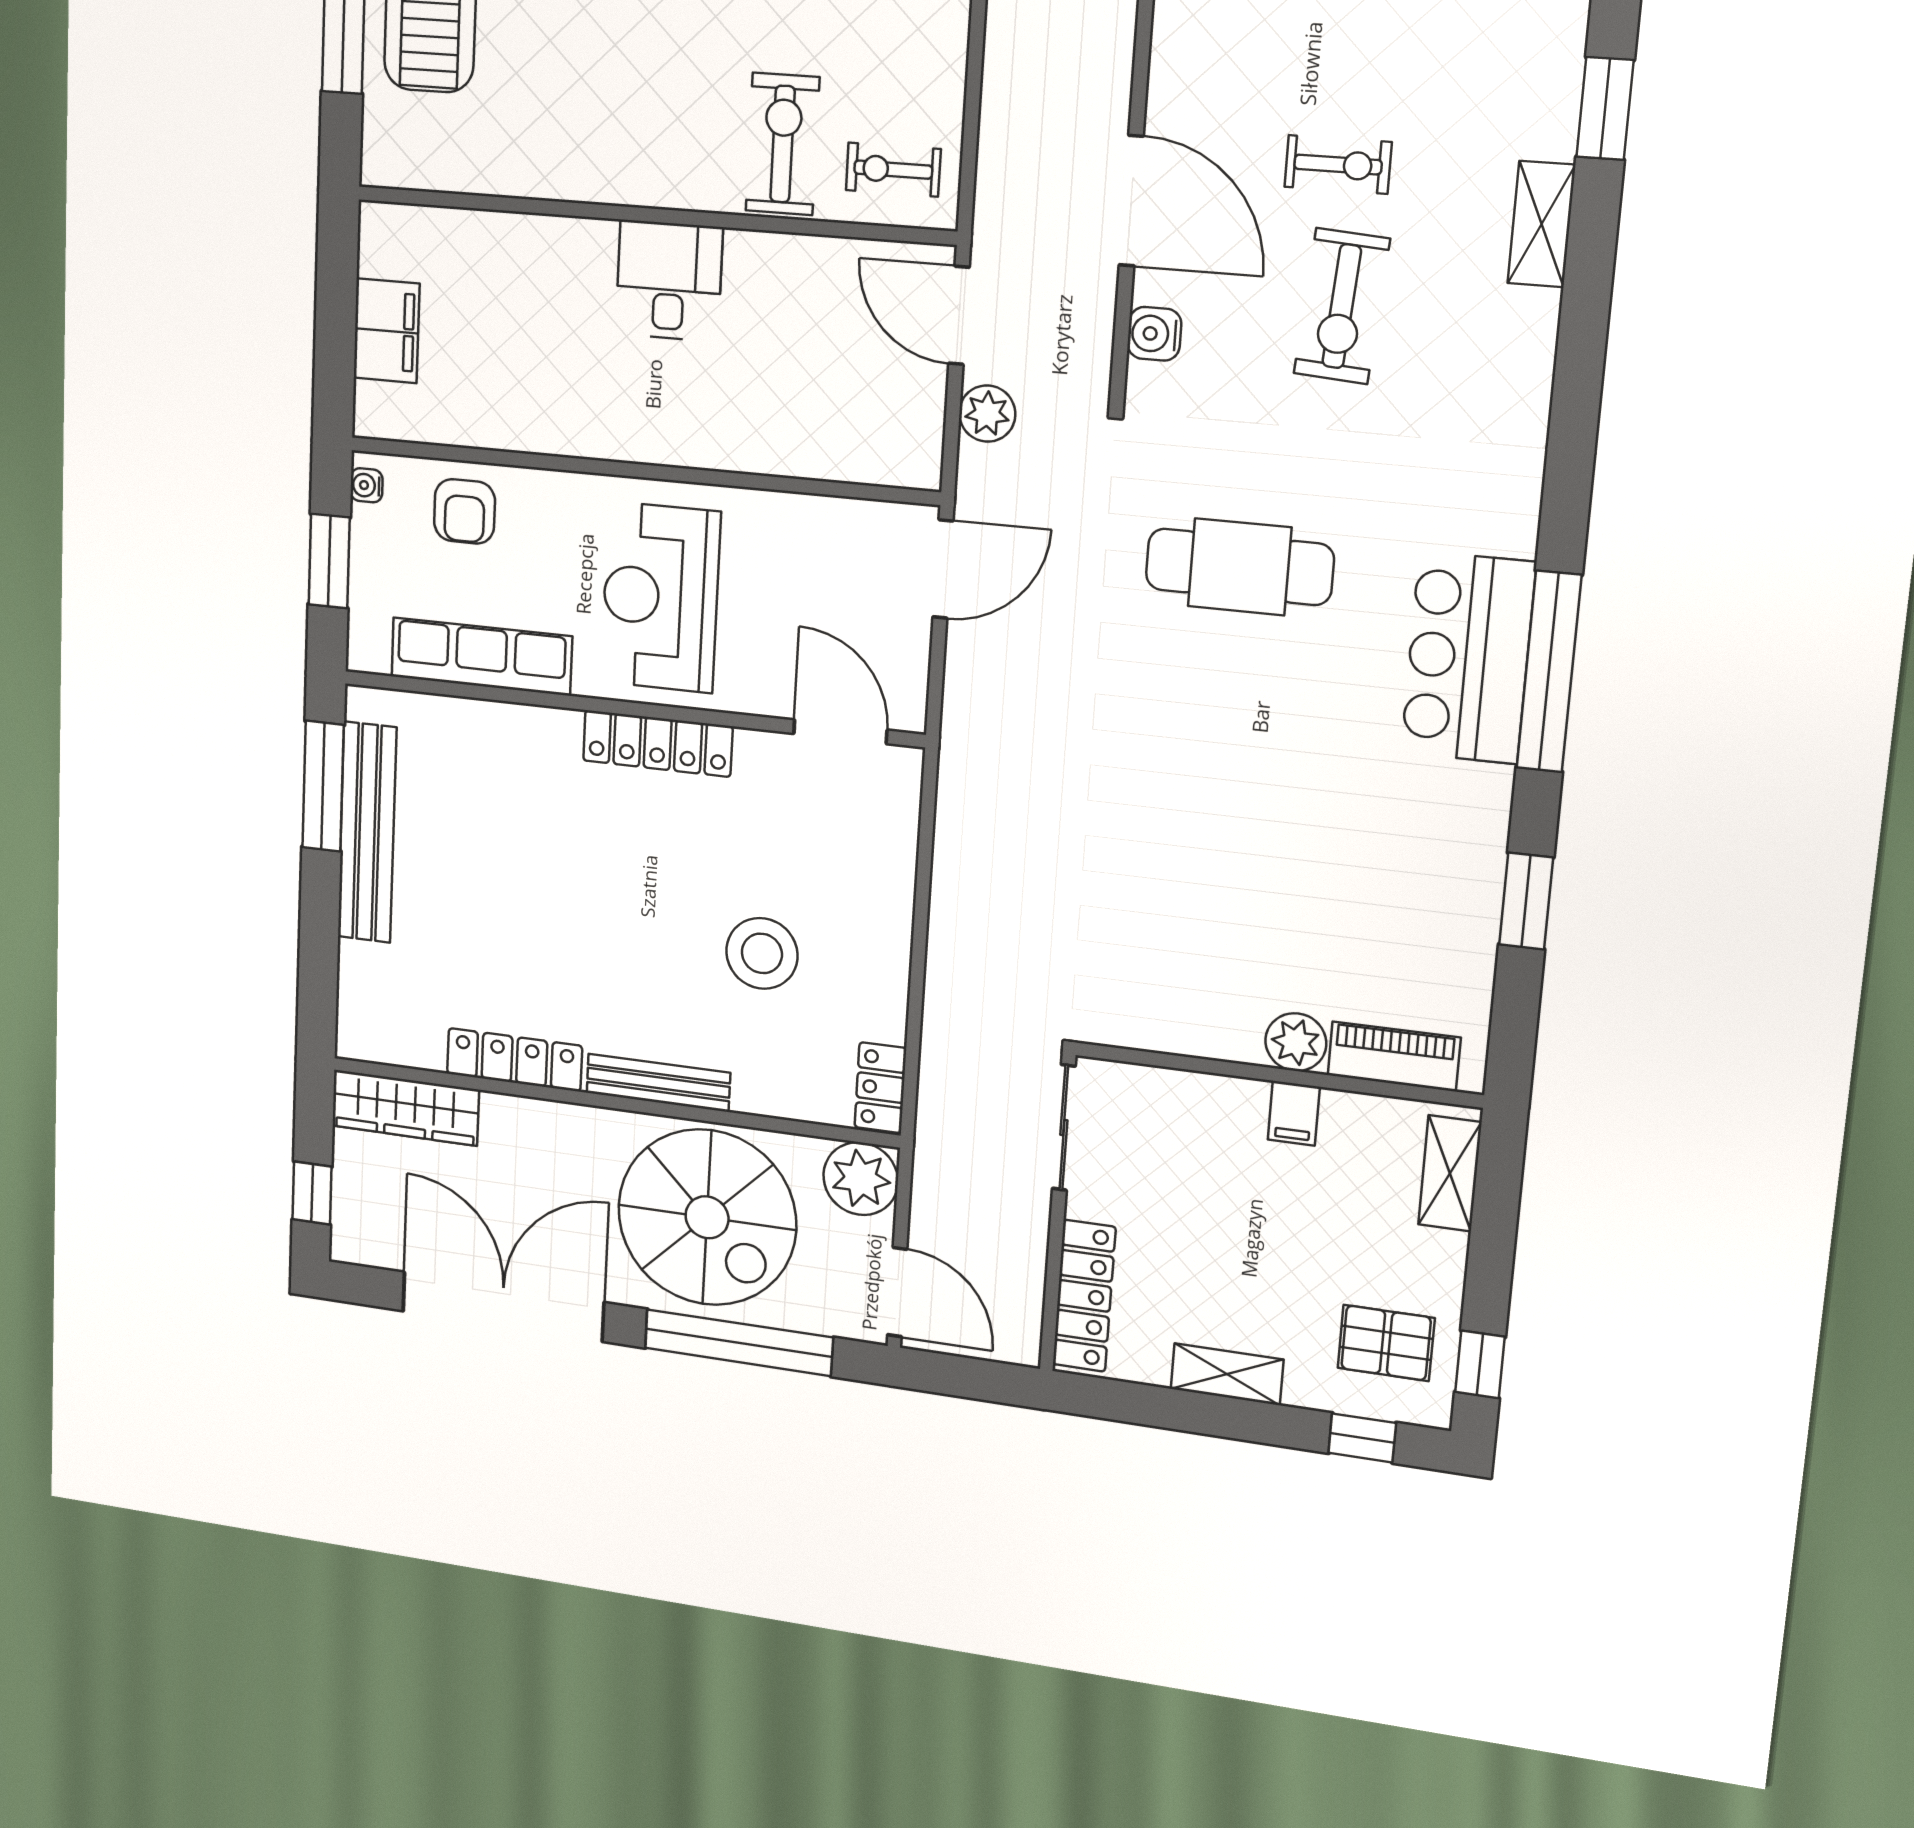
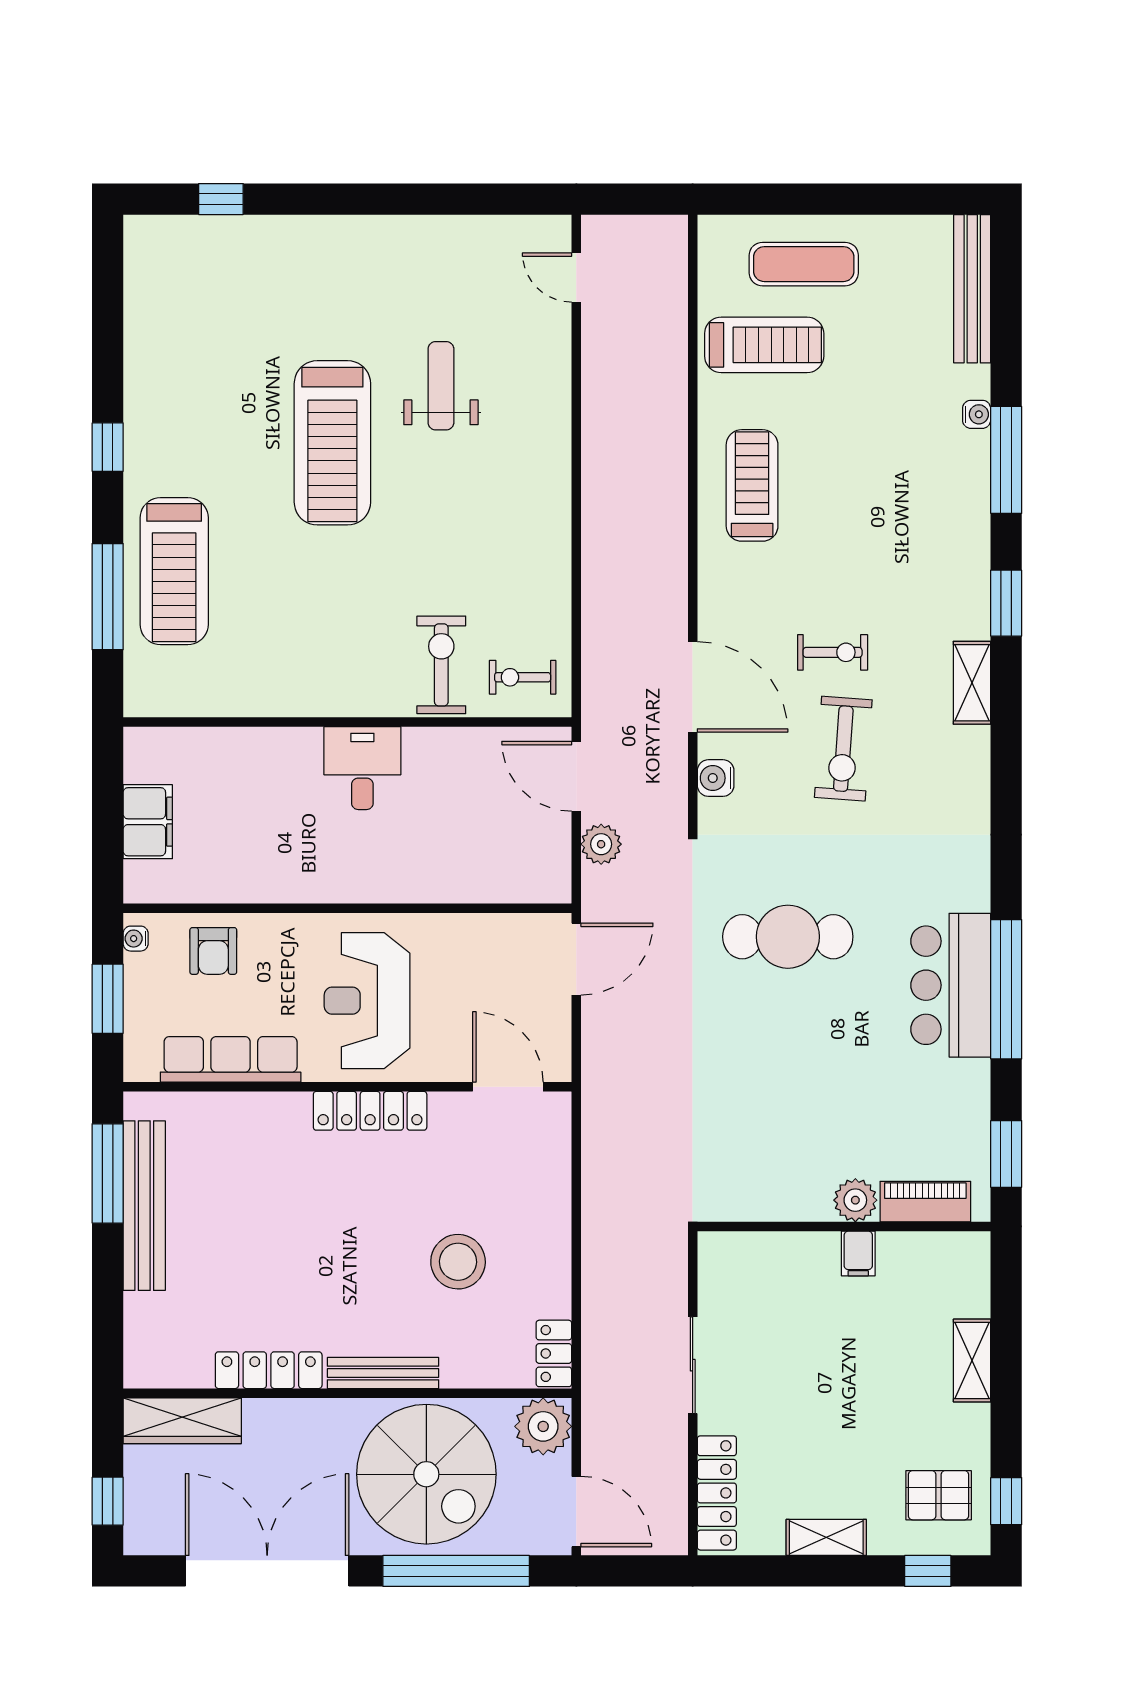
plant: (1296, 1042) -> (855, 1200), moved
piano: (1394, 1056) -> (925, 1202), moved
wall: (1277, 1075) -> (844, 1226), moved
filing cabinet: (1294, 1113) -> (858, 1254), moved

